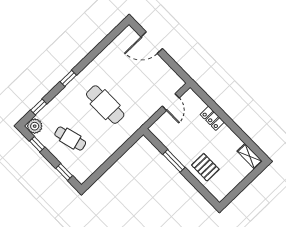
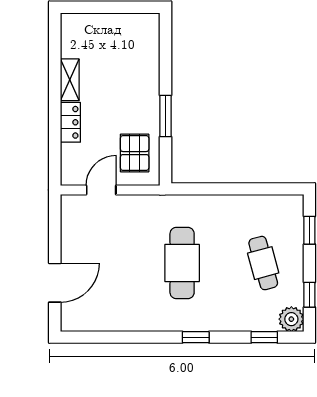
door: (152, 43) -> (55, 283), hinge flipped
shelving: (250, 156) -> (70, 80), moved
pallet: (205, 167) -> (135, 153), moved

